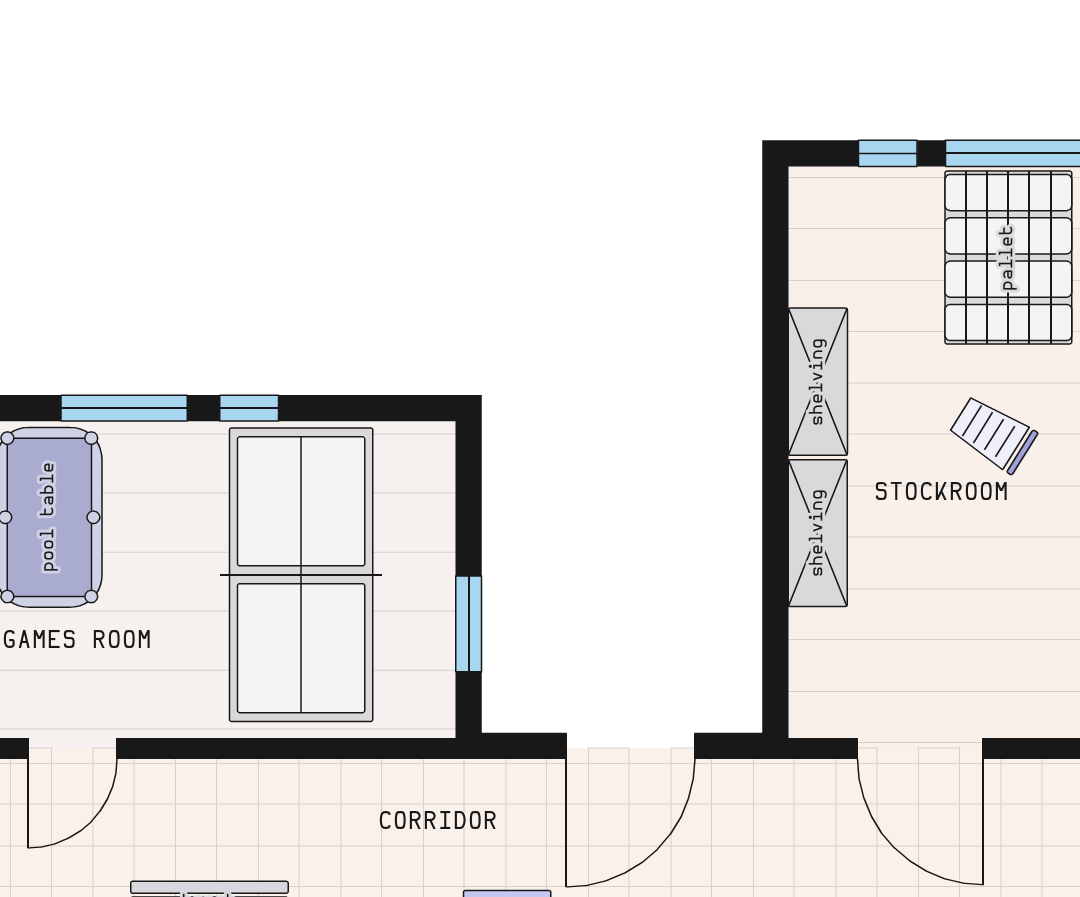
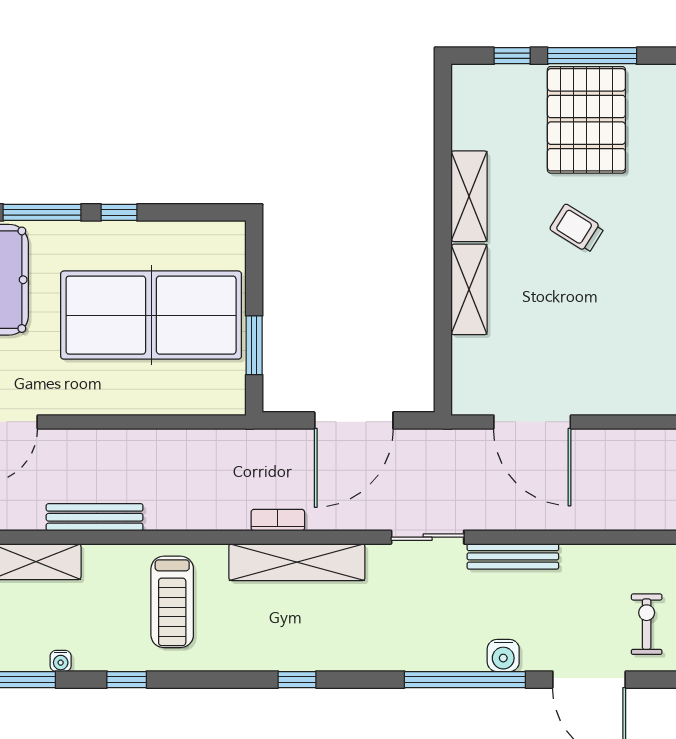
table tennis table: (301, 575) -> (151, 315), turned 90

